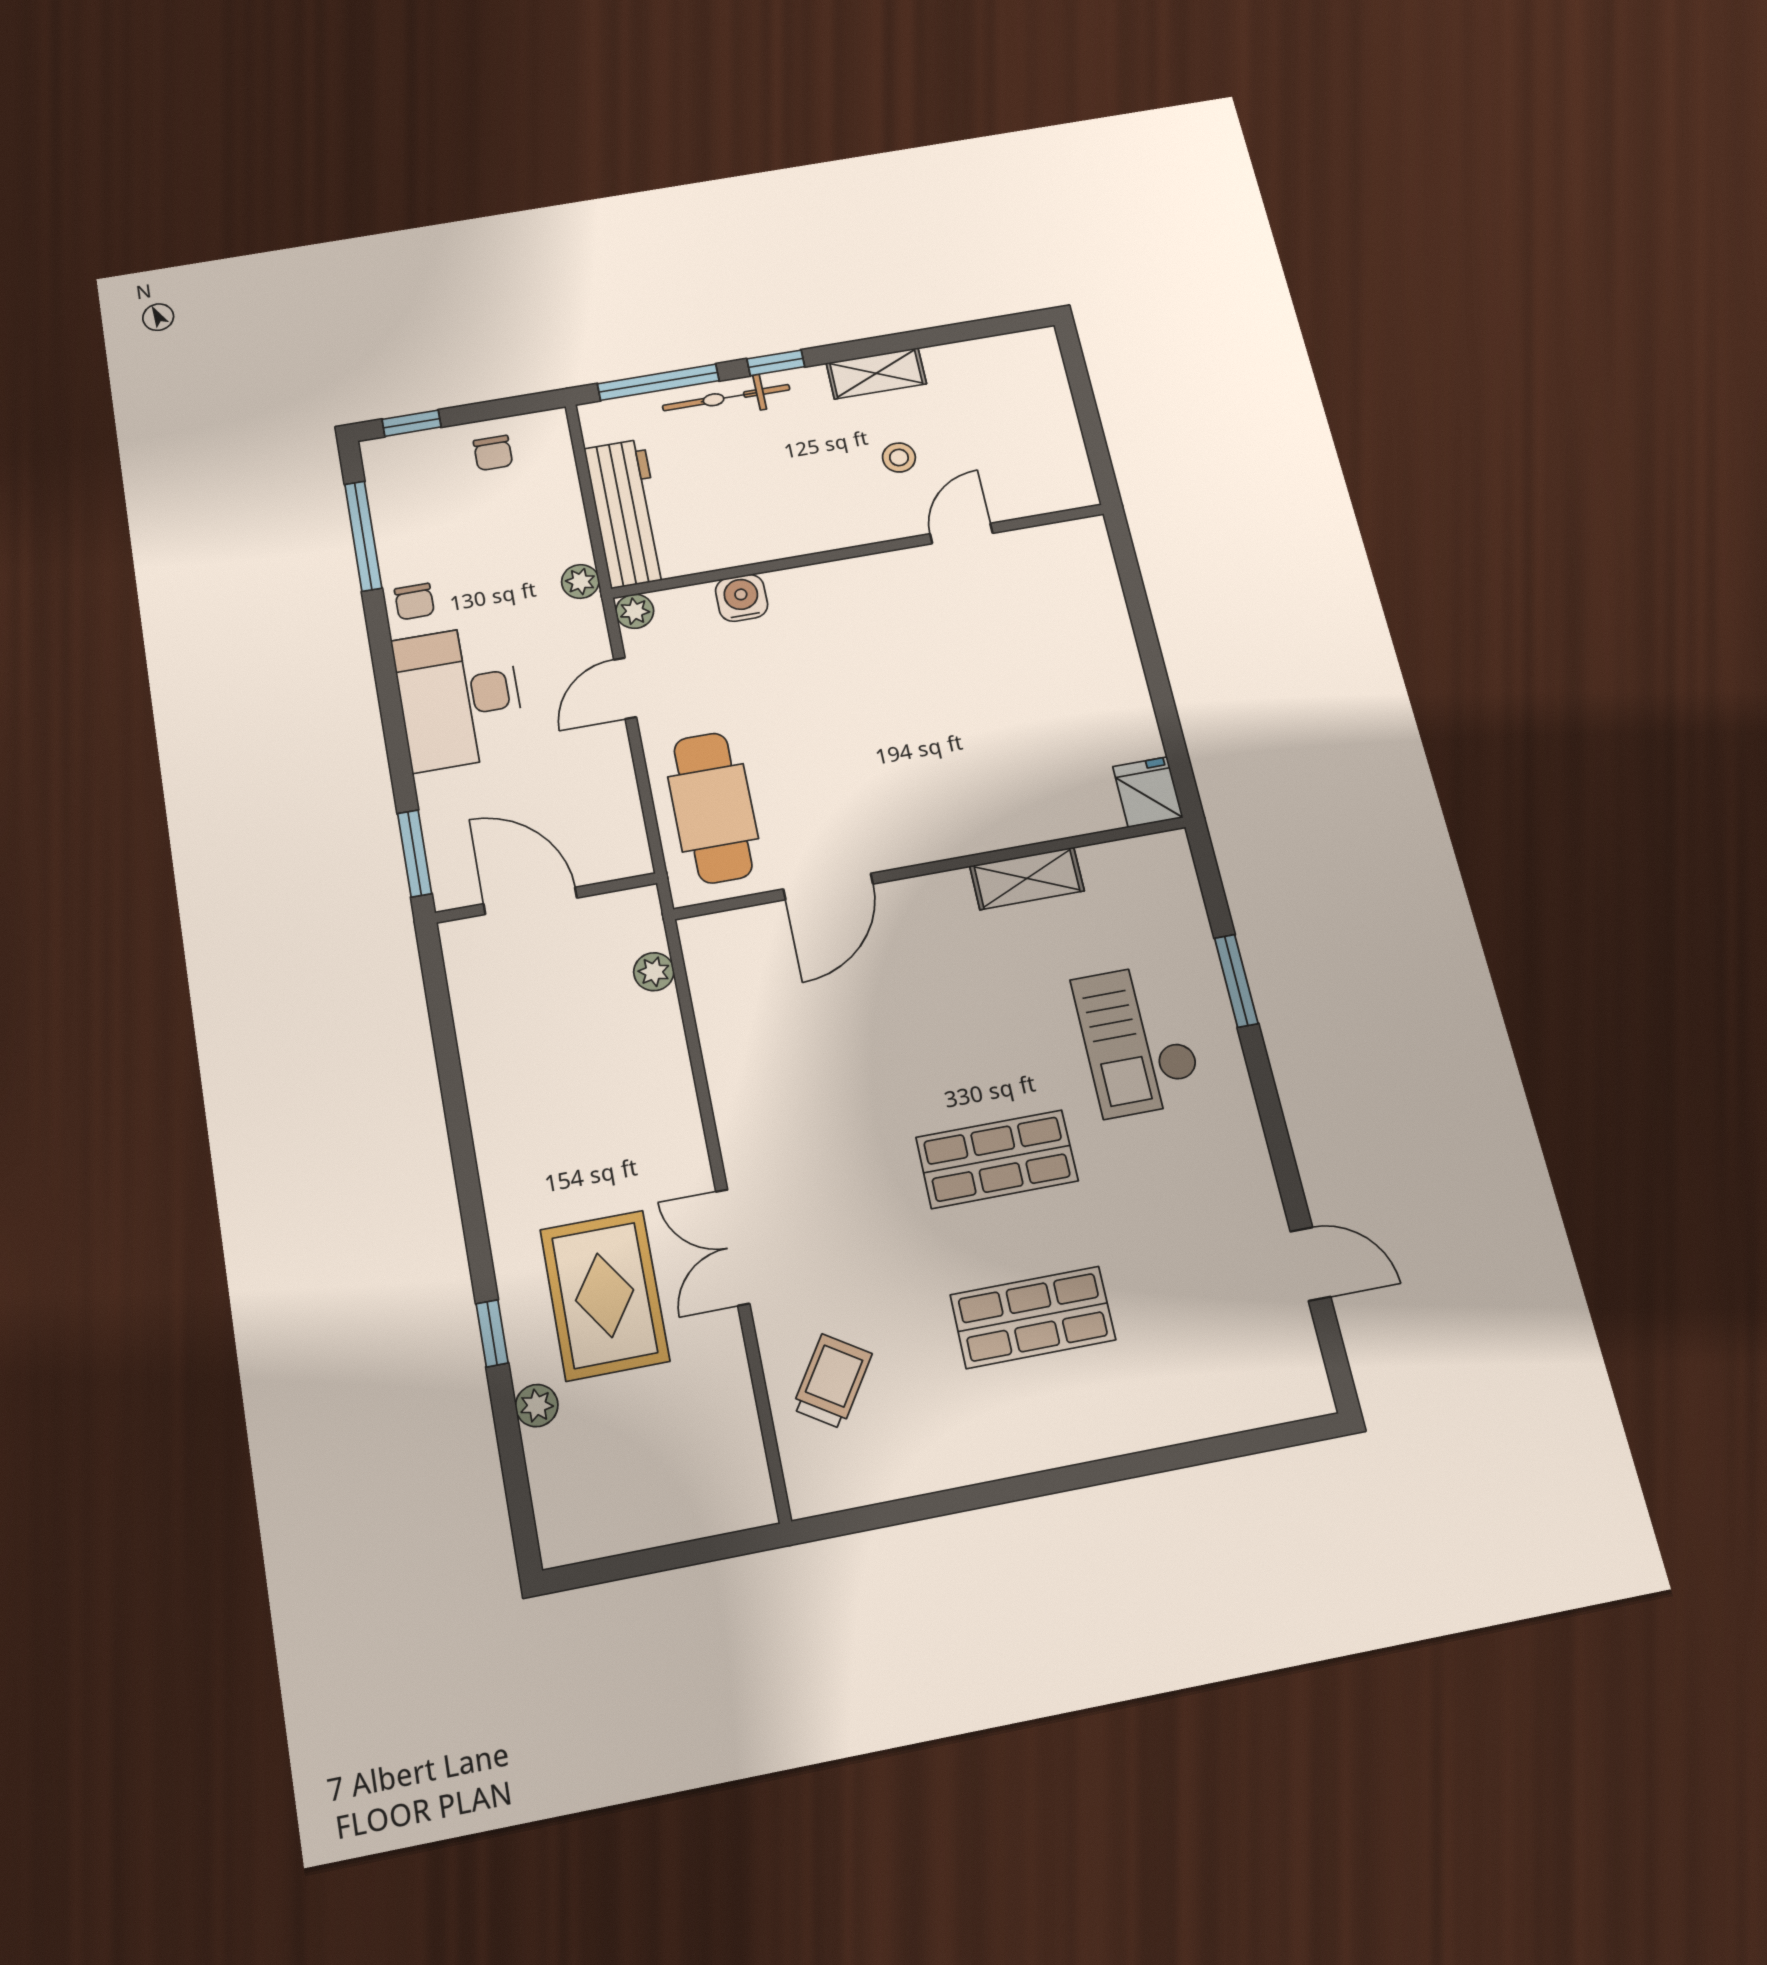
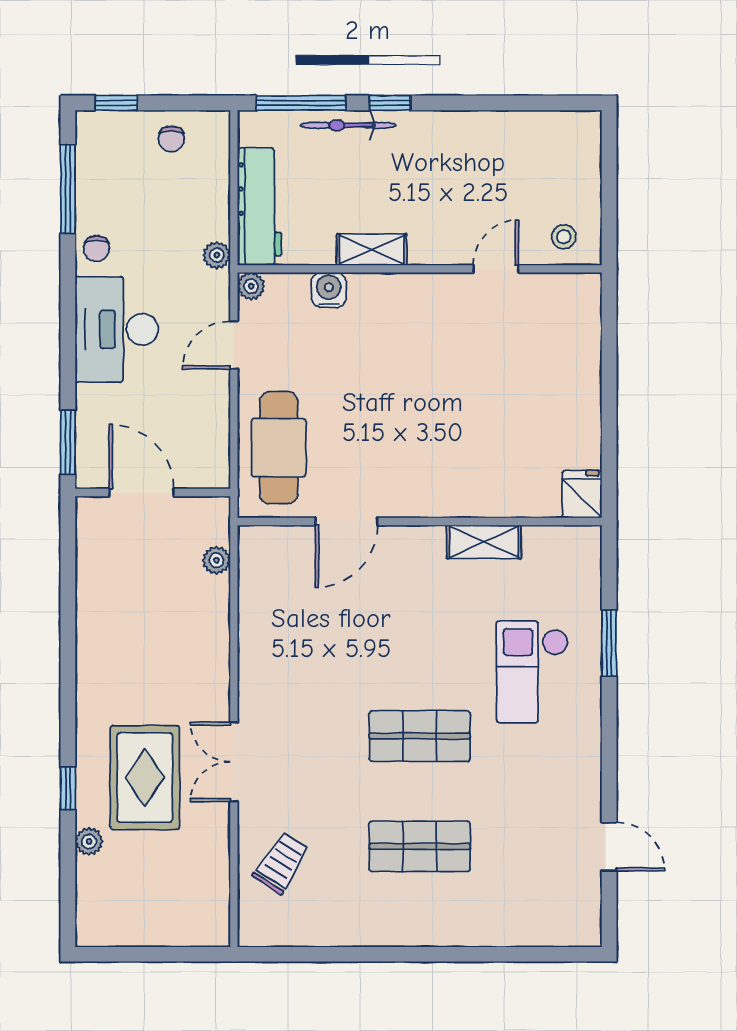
shelving: (876, 373) -> (372, 250), moved
stool: (899, 457) -> (564, 237), moved

